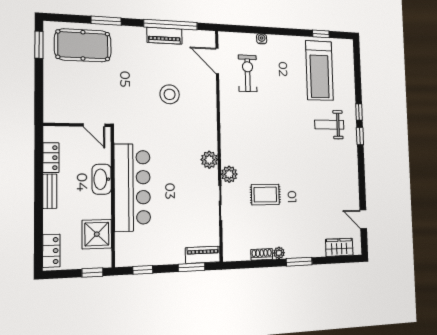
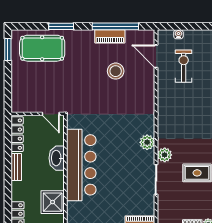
water cooler: (262, 39) -> (178, 34), moved
stool: (170, 94) -> (116, 71), moved
locker: (51, 158) -> (17, 134), width x1.53

